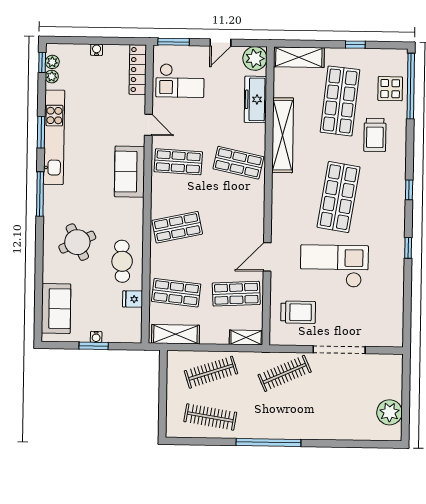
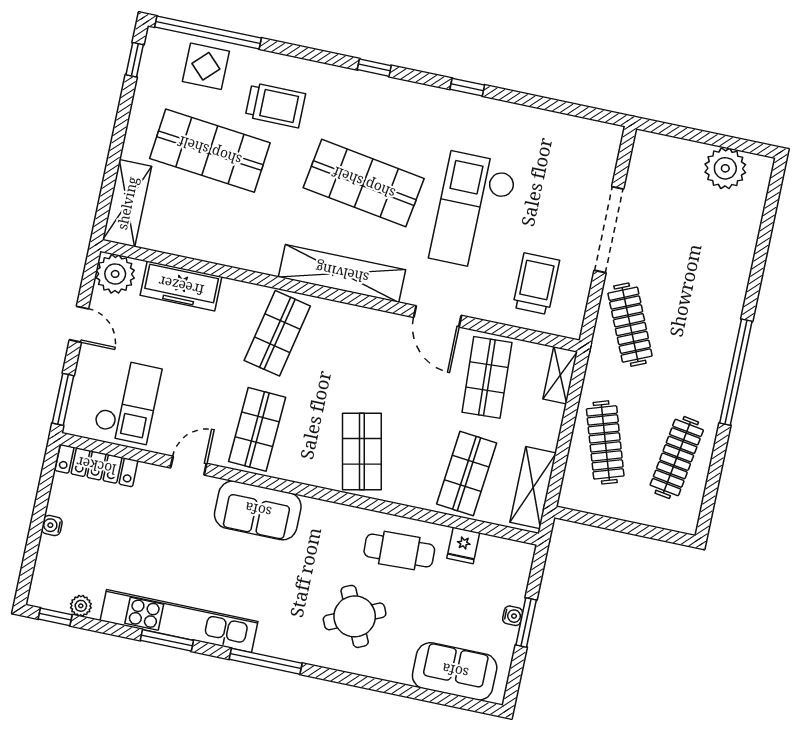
window: (355, 45) -> (135, 60), moved
plant: (52, 62) -> (58, 600), removed
shelving: (283, 135) -> (342, 273), moved

